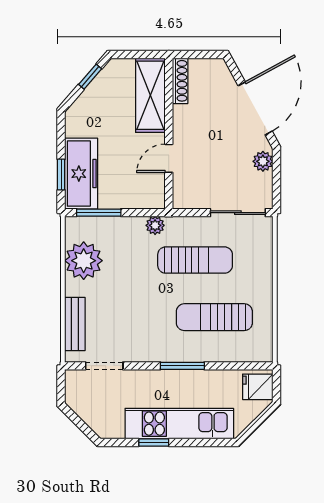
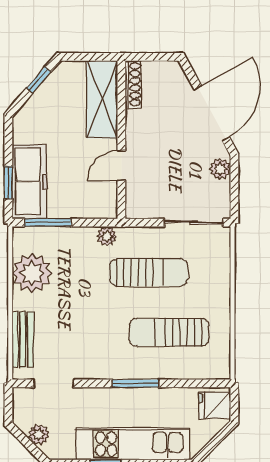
plant: (90, 415) -> (39, 435), added

